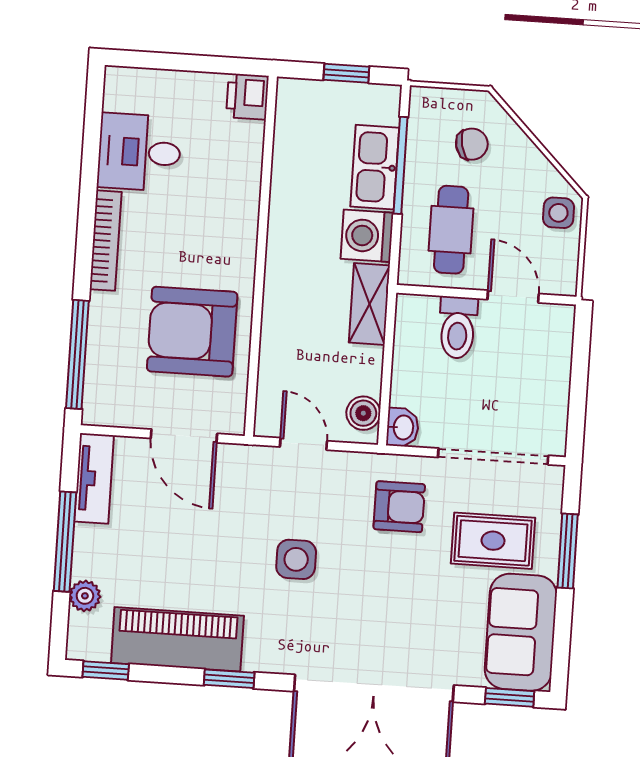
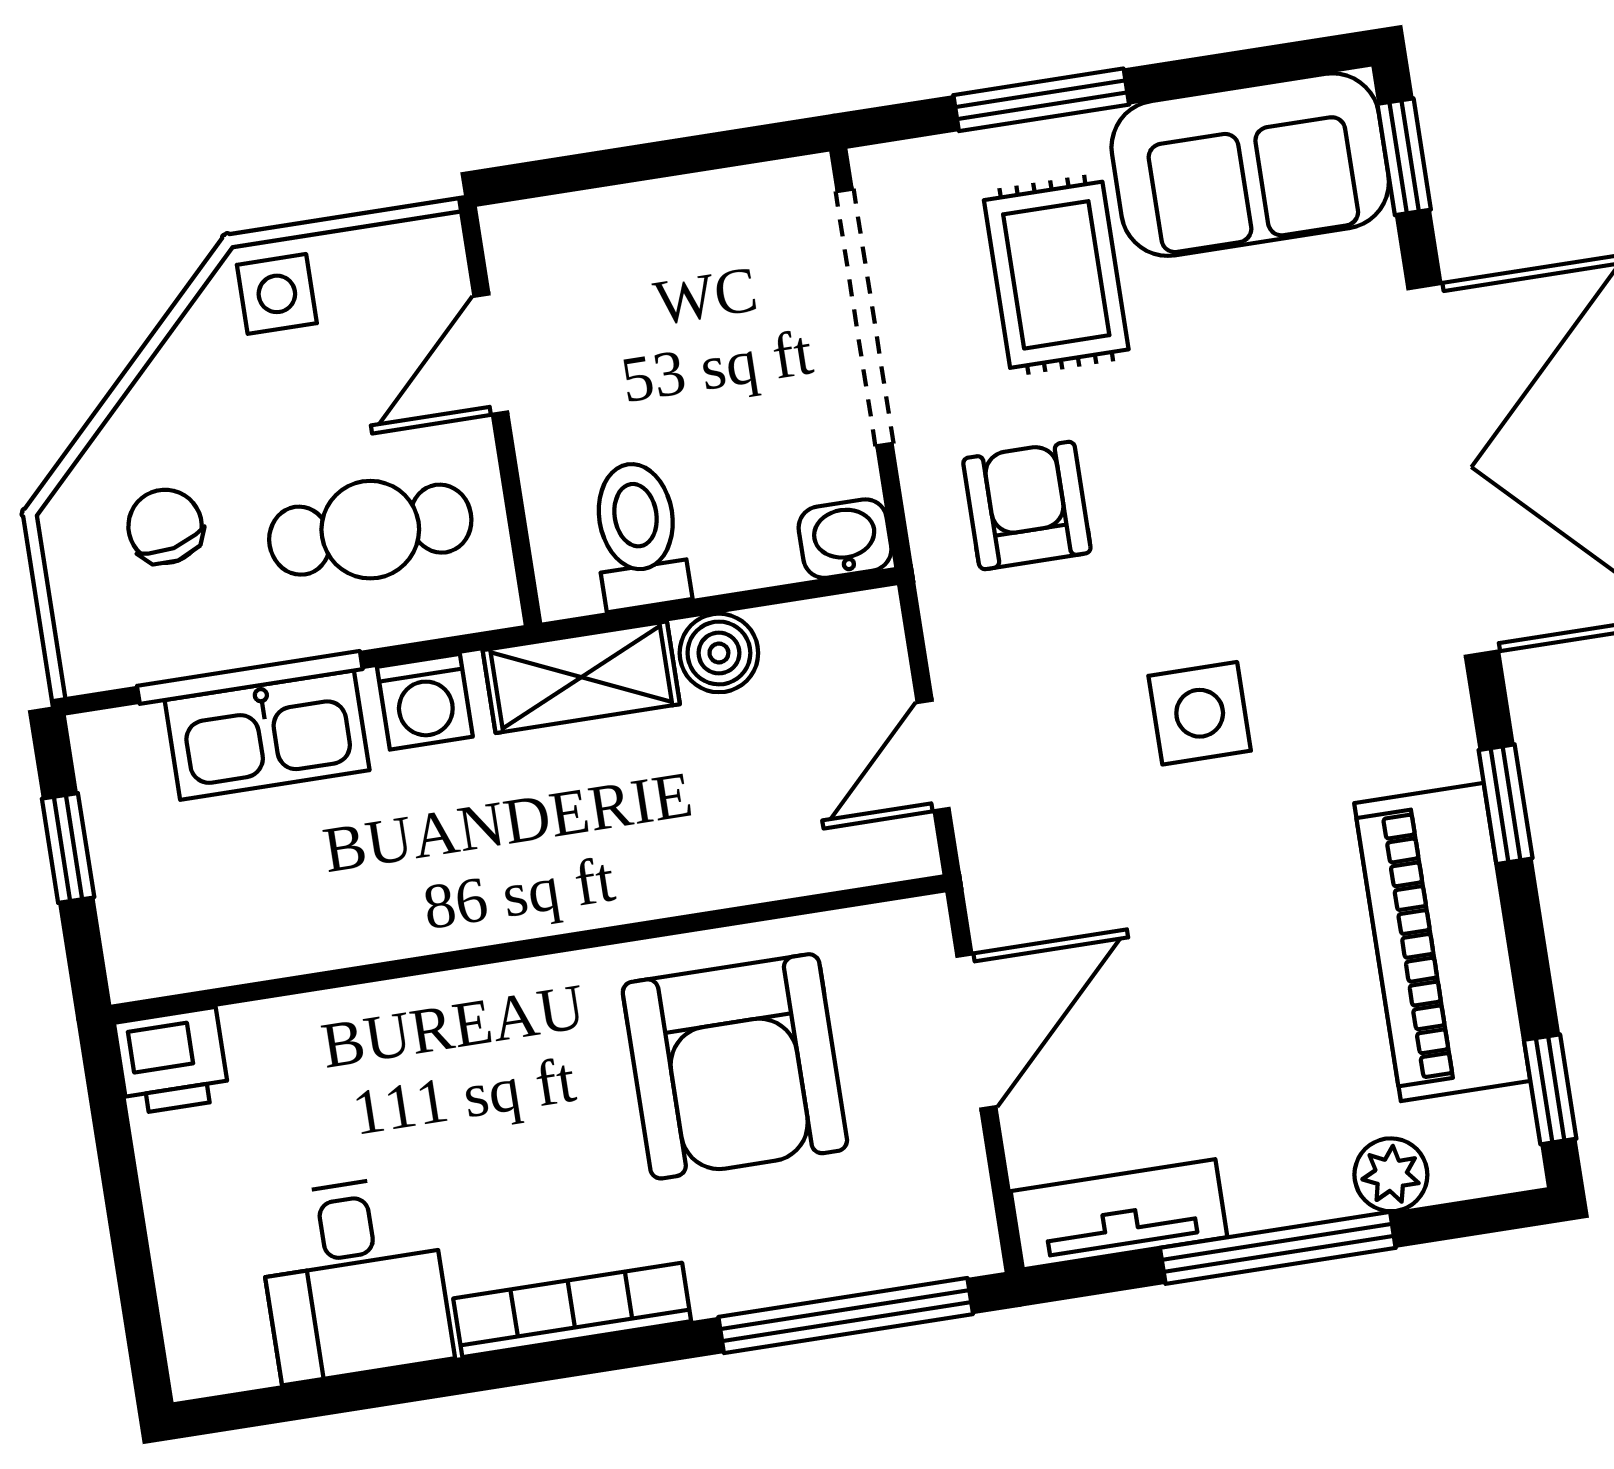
washing machine: (367, 236) -> (425, 702), width x0.73, depth x0.73
toilet: (458, 328) -> (639, 535), moved, turned -90
boiler: (363, 413) -> (719, 653), moved

